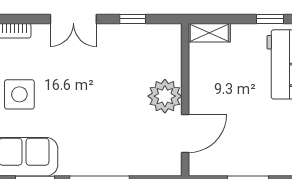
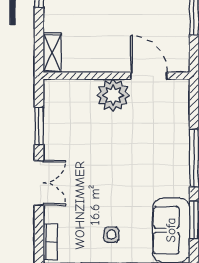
window: (133, 19) -> (39, 126), width x1.50
side table: (19, 94) -> (111, 235), width x0.54, depth x0.54

